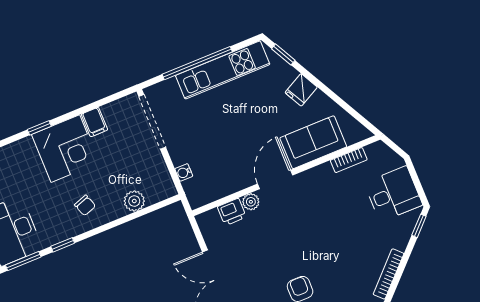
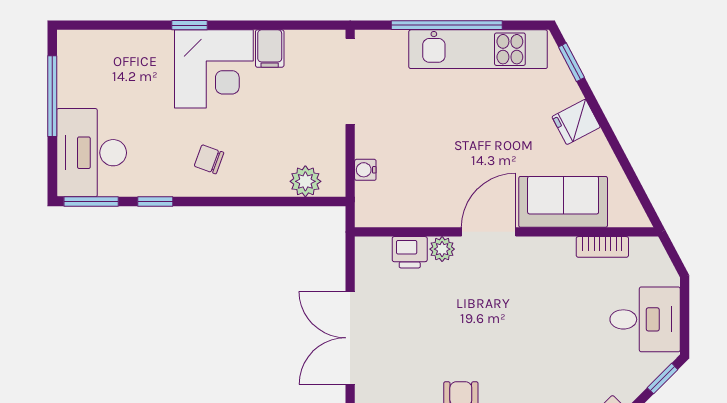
plant: (134, 201) -> (305, 181), moved
chair: (85, 205) -> (209, 159), turned 129

